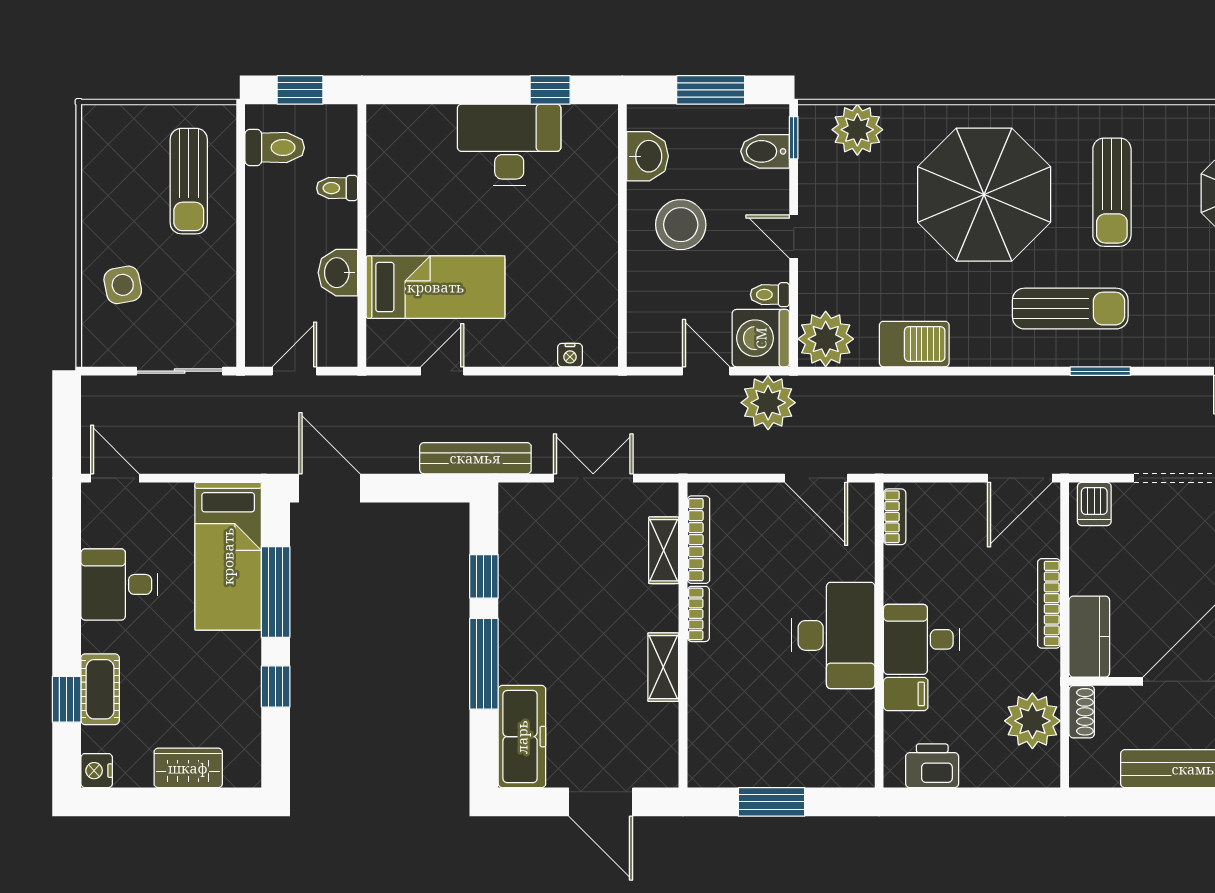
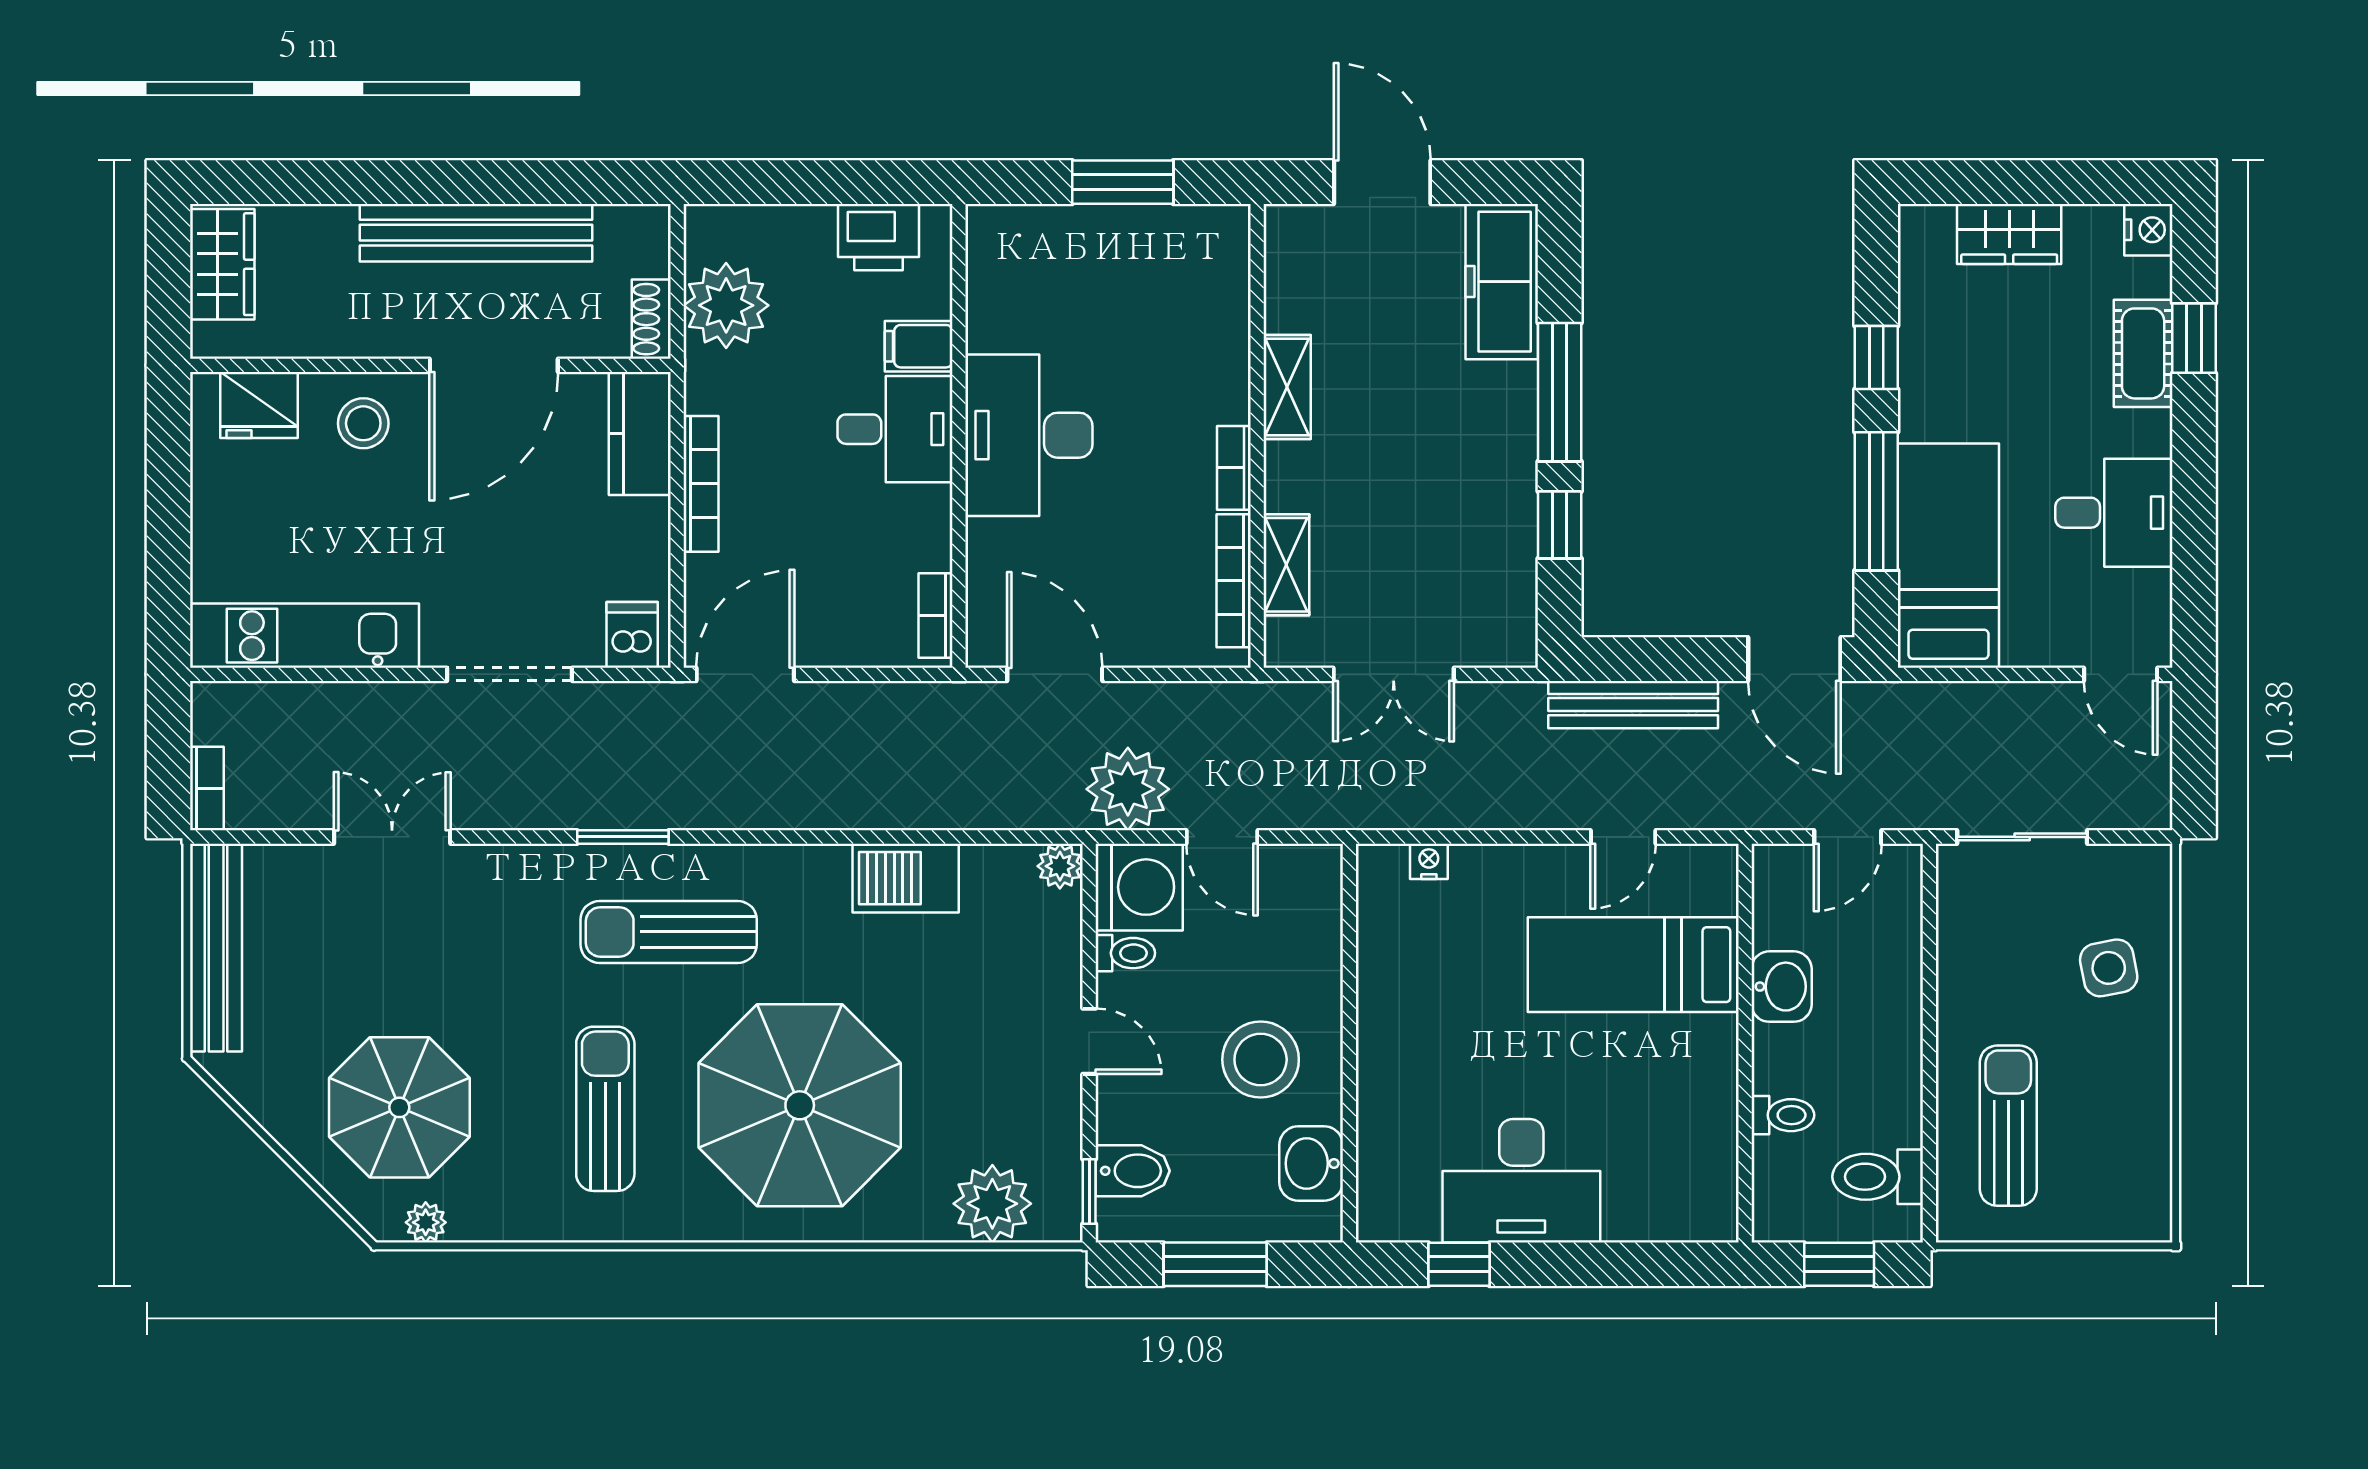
plant: (826, 339) -> (1060, 866), width x0.53, depth x0.53
bench: (475, 458) -> (1633, 705), moved

